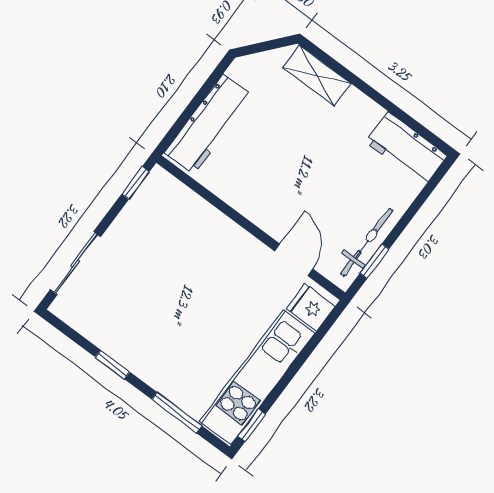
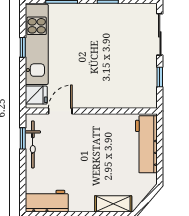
window: (136, 183) -> (160, 77), moved
door: (294, 260) -> (60, 111), swing flipped
window: (252, 425) -> (23, 47), moved

